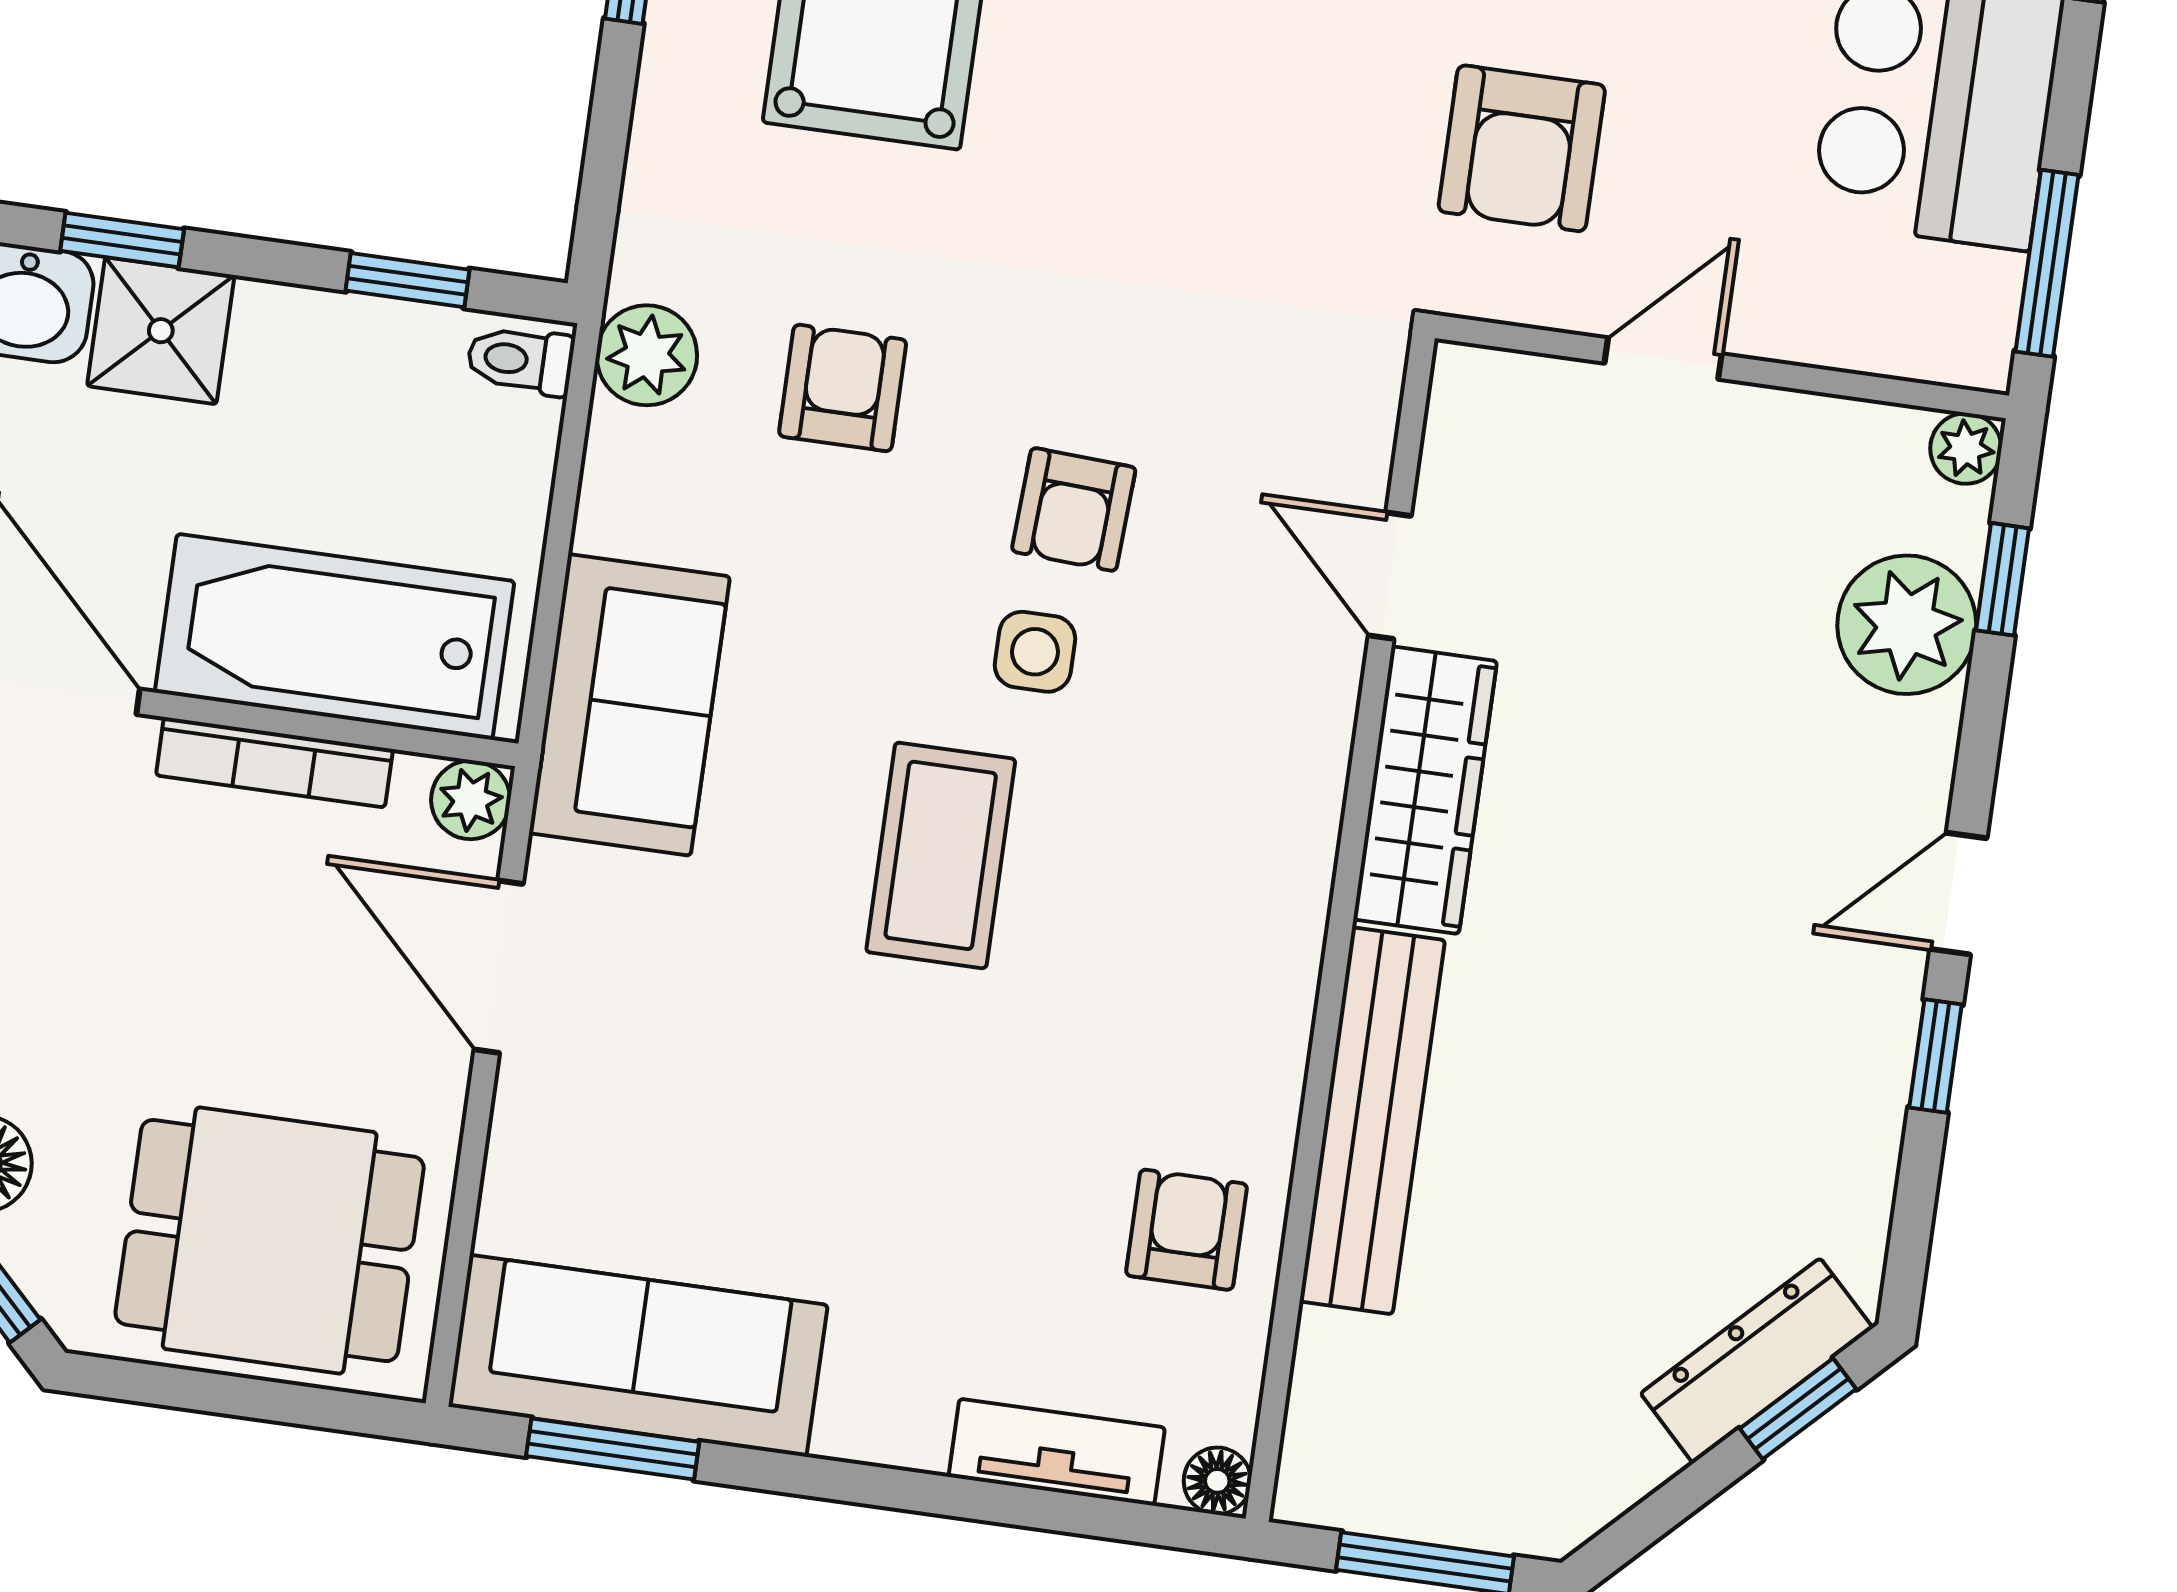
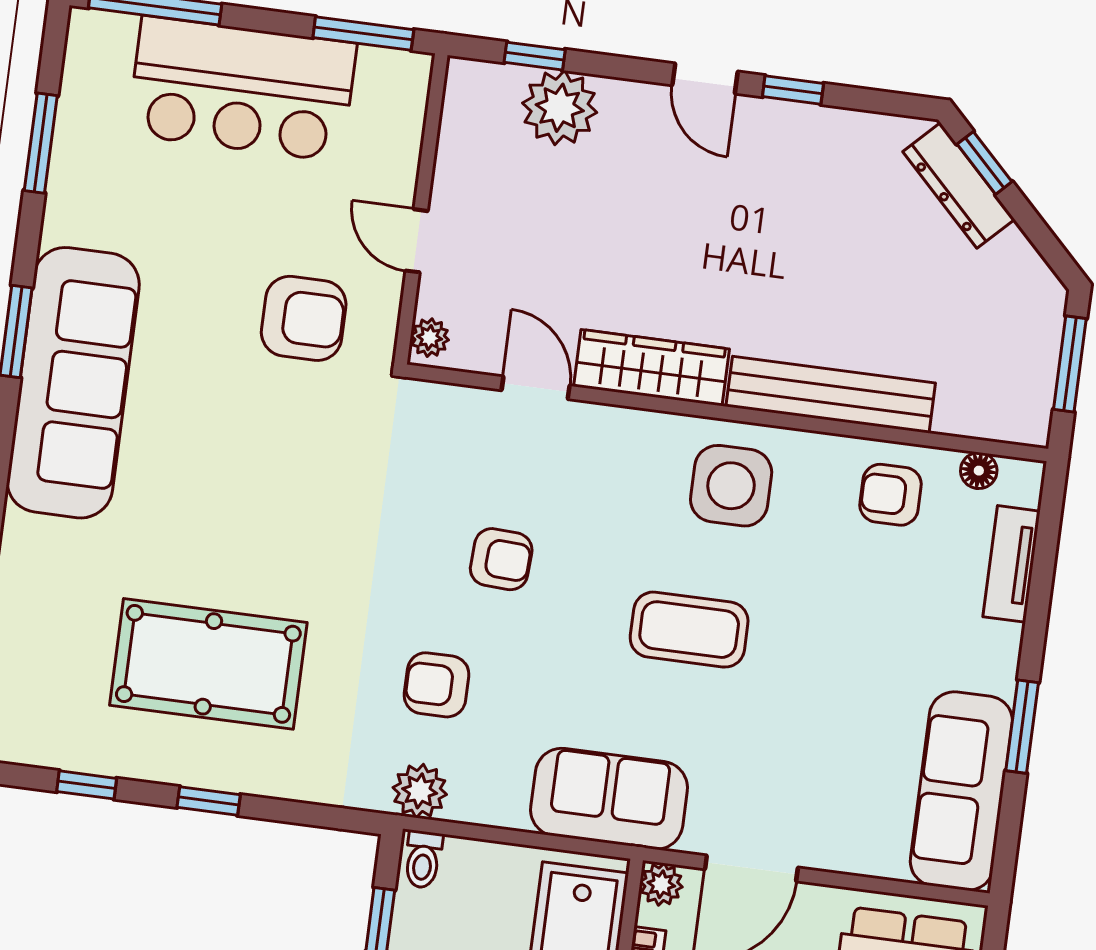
plant: (1966, 448) -> (430, 338), moved
door: (1390, 576) -> (536, 388), swing flipped
side table: (1035, 652) -> (731, 486), moved, width x1.87, depth x1.87
window: (613, 1449) -> (1022, 727), moved
floor lamp: (1217, 1481) -> (979, 471), moved

